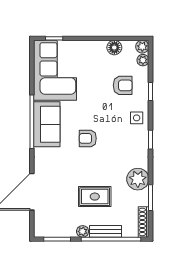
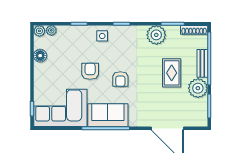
armchair: (123, 85) -> (90, 71), moved
plant: (83, 231) -> (198, 88), width x1.88, depth x1.88

